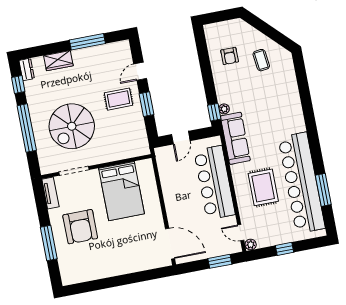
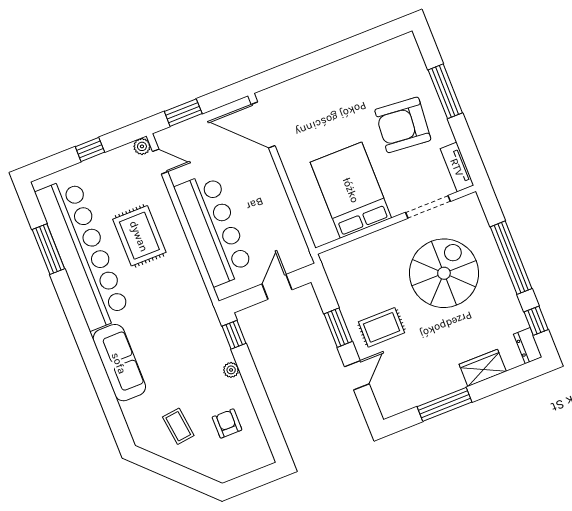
plant: (224, 109) -> (231, 370), moved
sofa: (235, 138) -> (119, 363), moved, turned 180
armchair: (80, 227) -> (403, 125), turned -85

